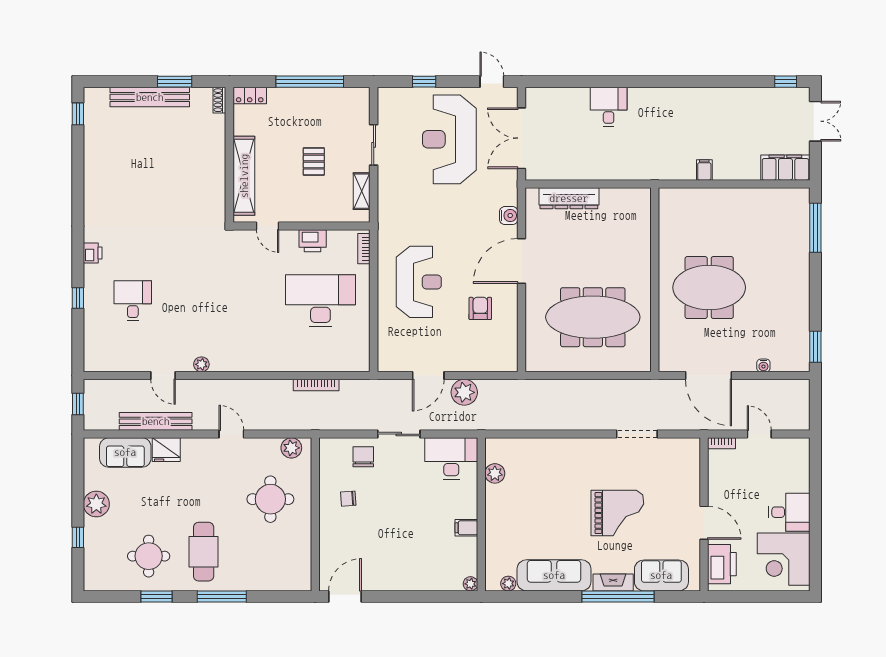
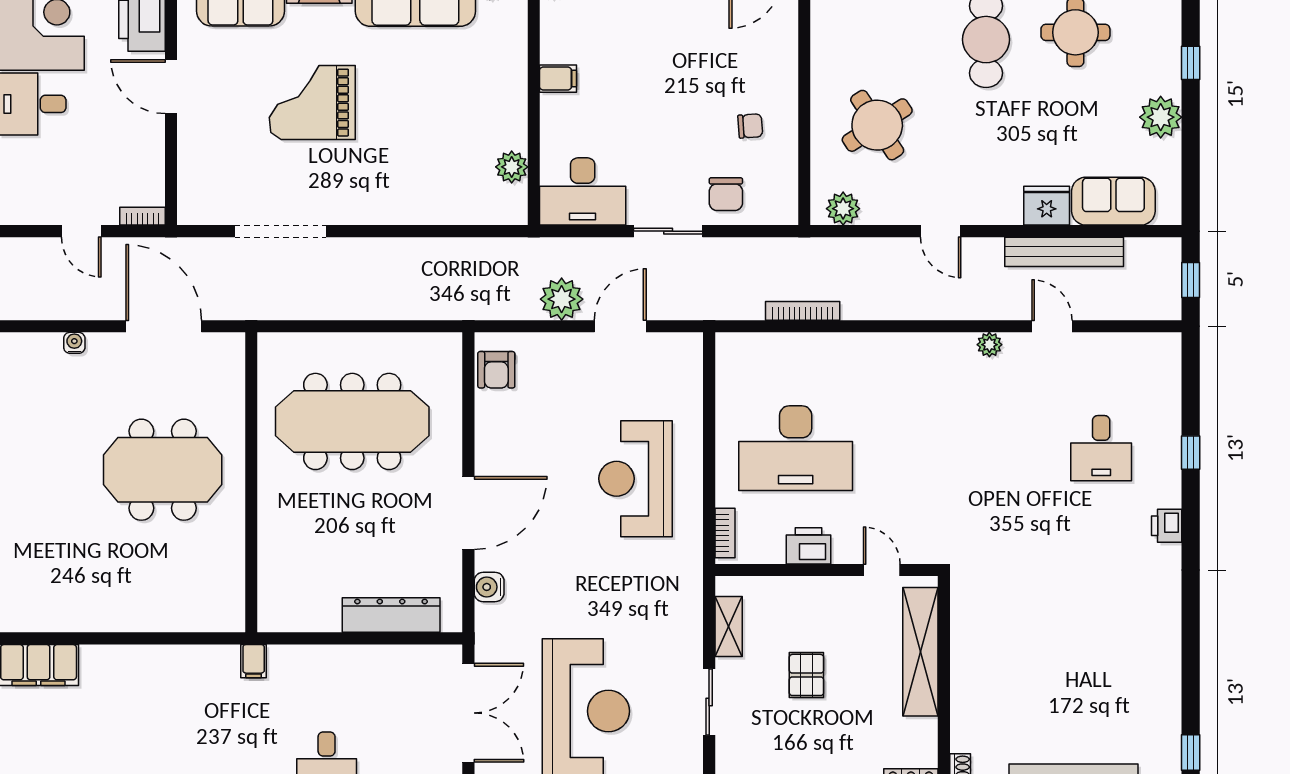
filing cabinet: (704, 170) -> (254, 661), moved
armchair: (480, 308) -> (496, 370), moved
doorway: (637, 434) -> (280, 231), width x1.36
round table: (270, 499) -> (877, 125), turned -33

